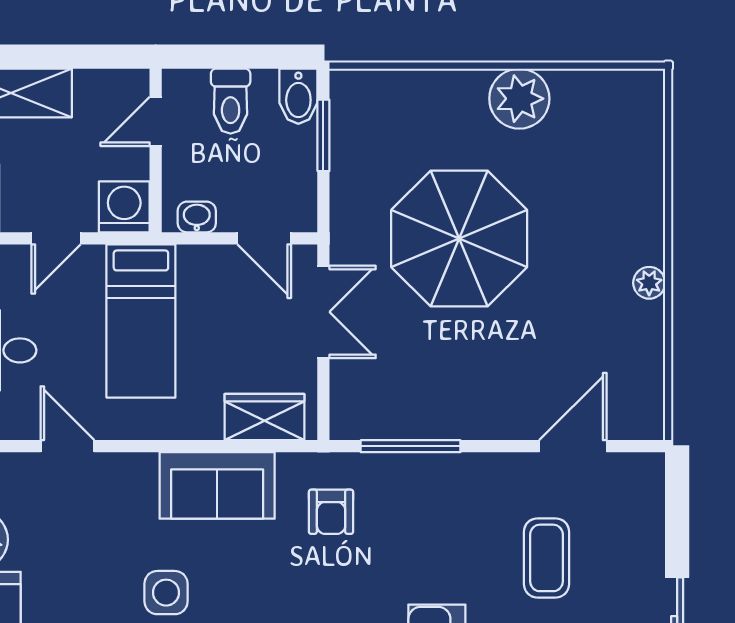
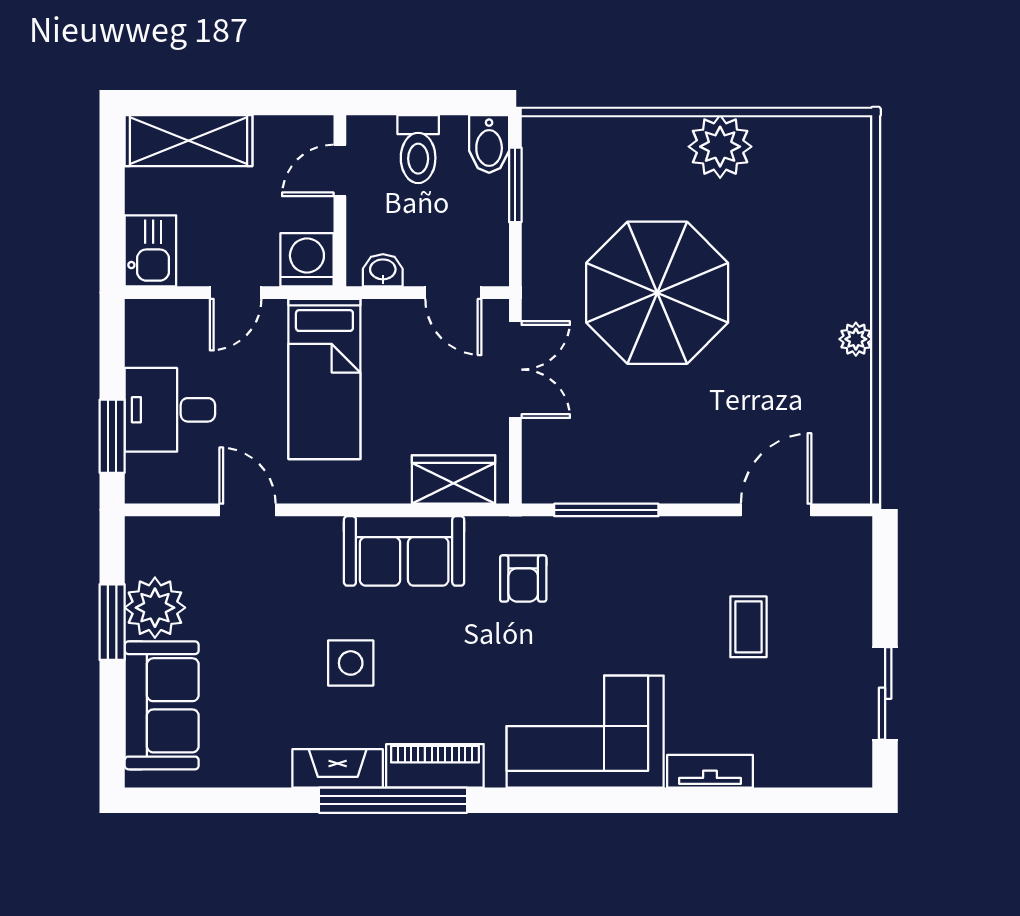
coffee table: (546, 558) -> (748, 627), width x0.73, depth x0.77

